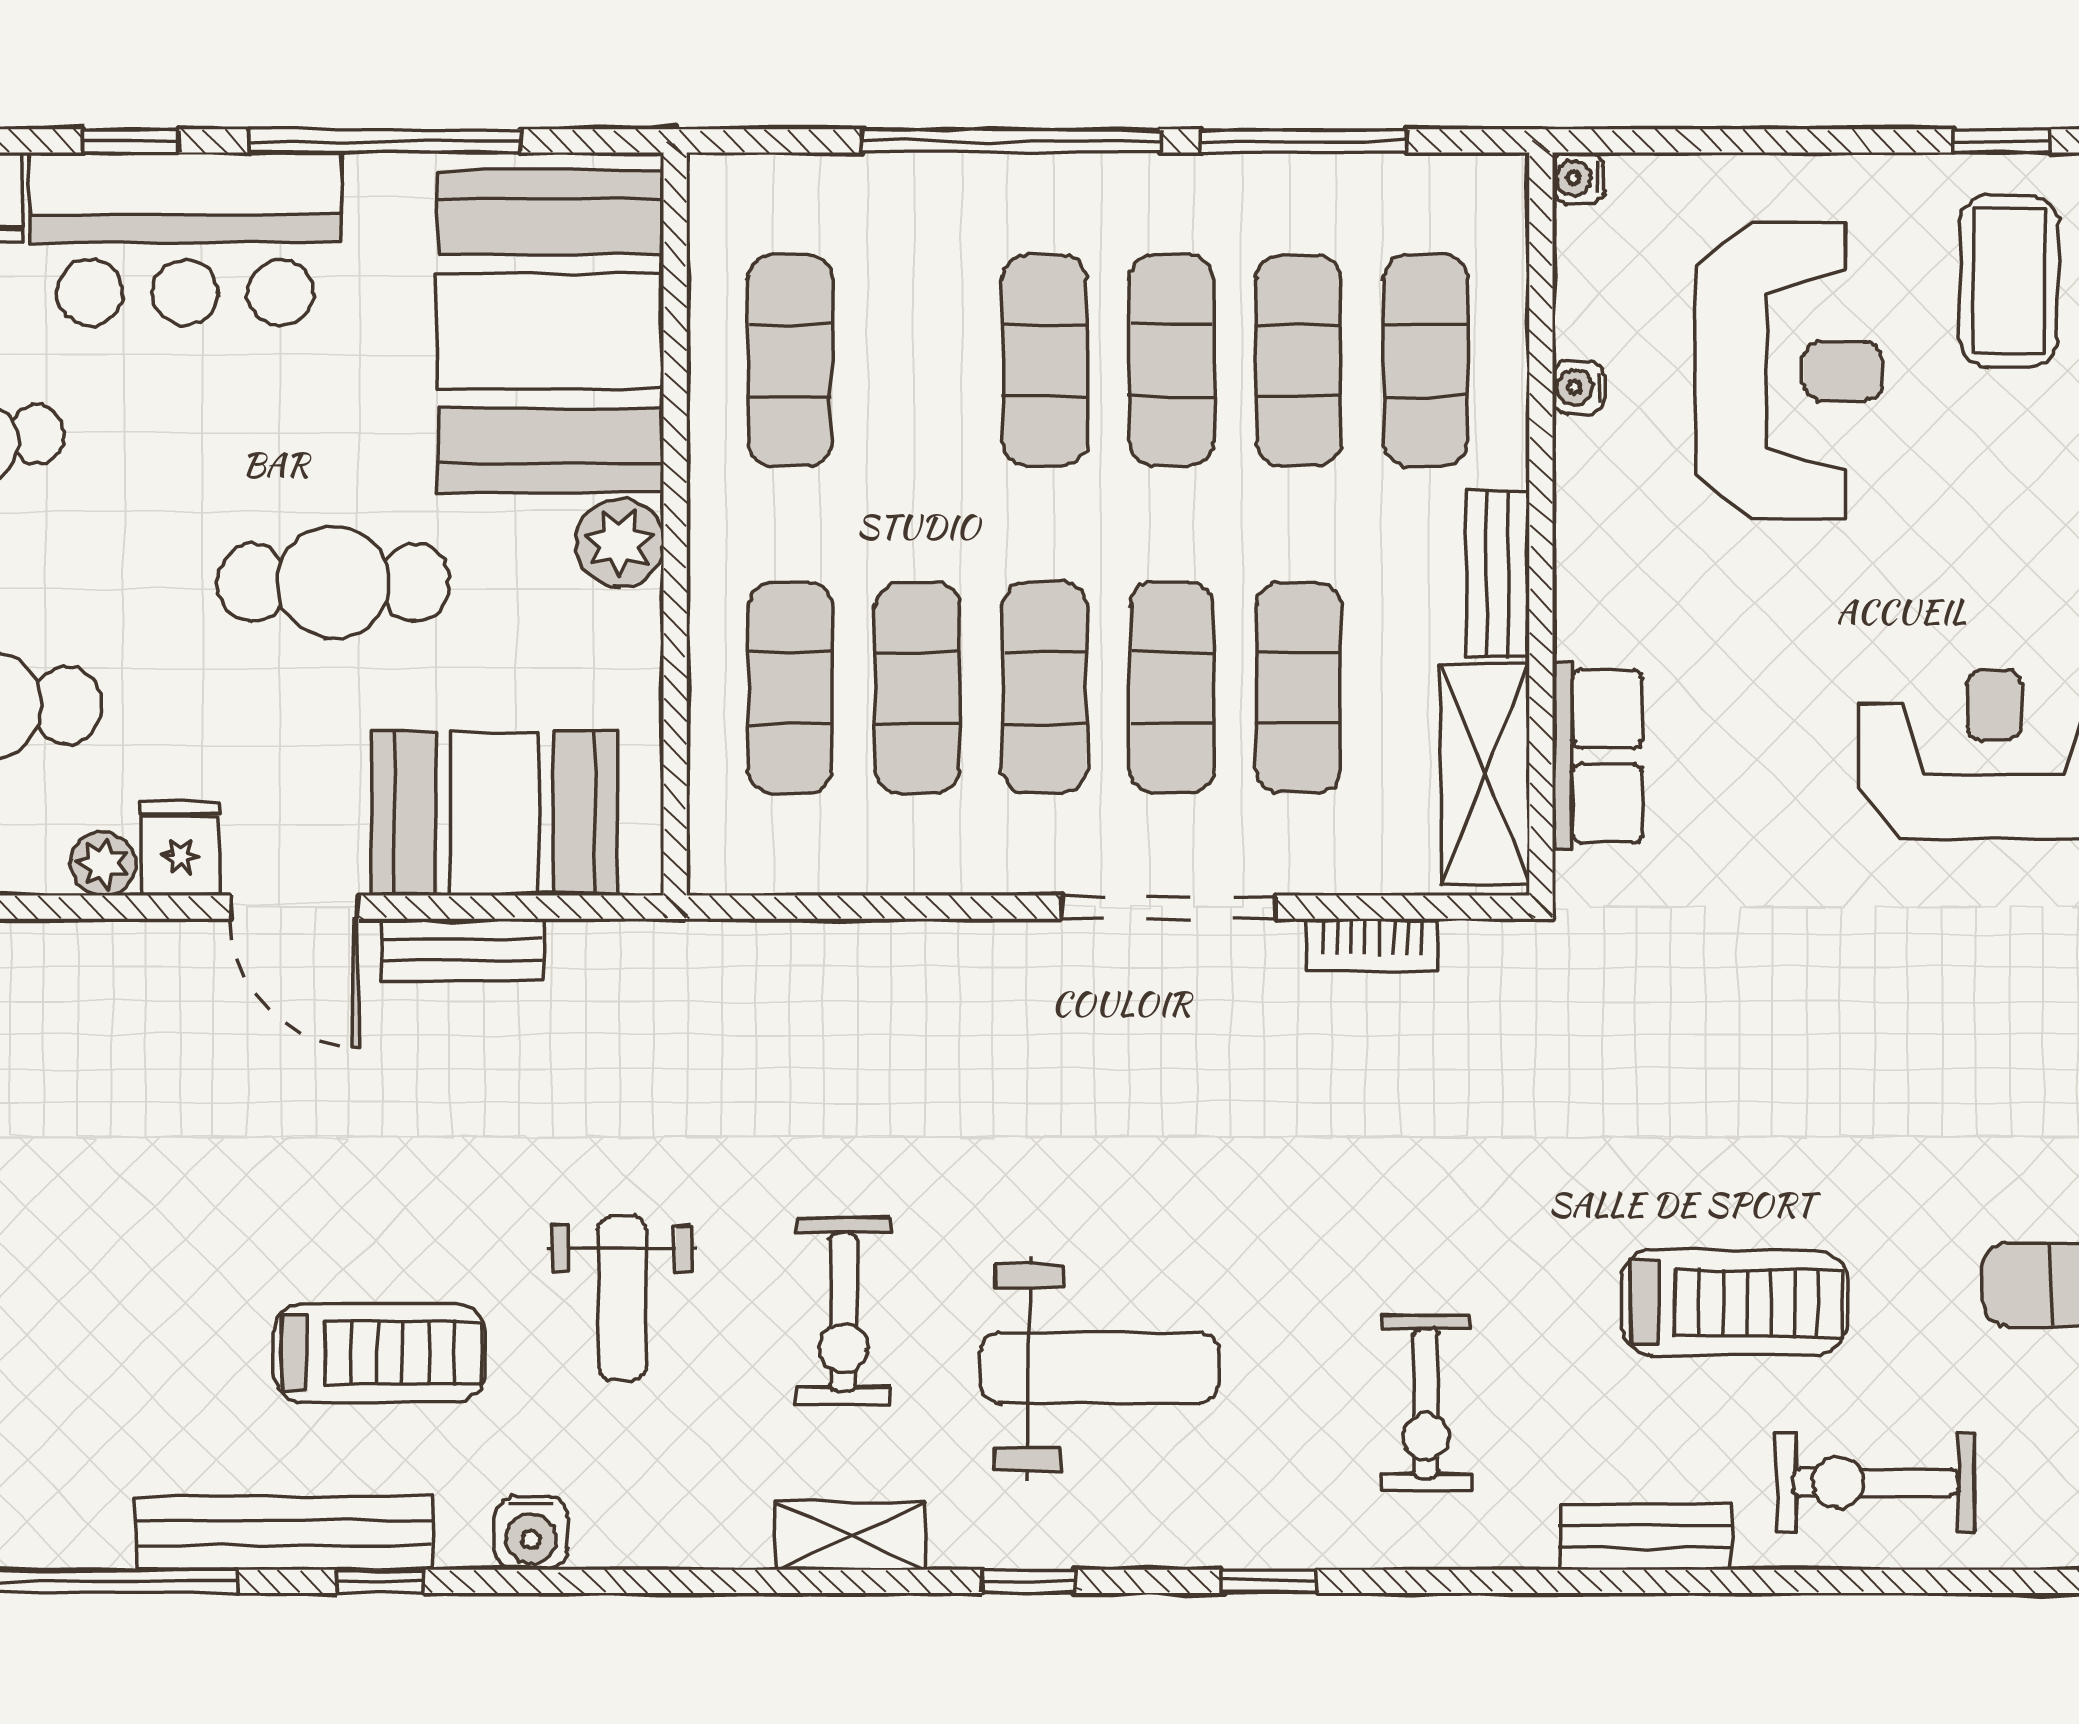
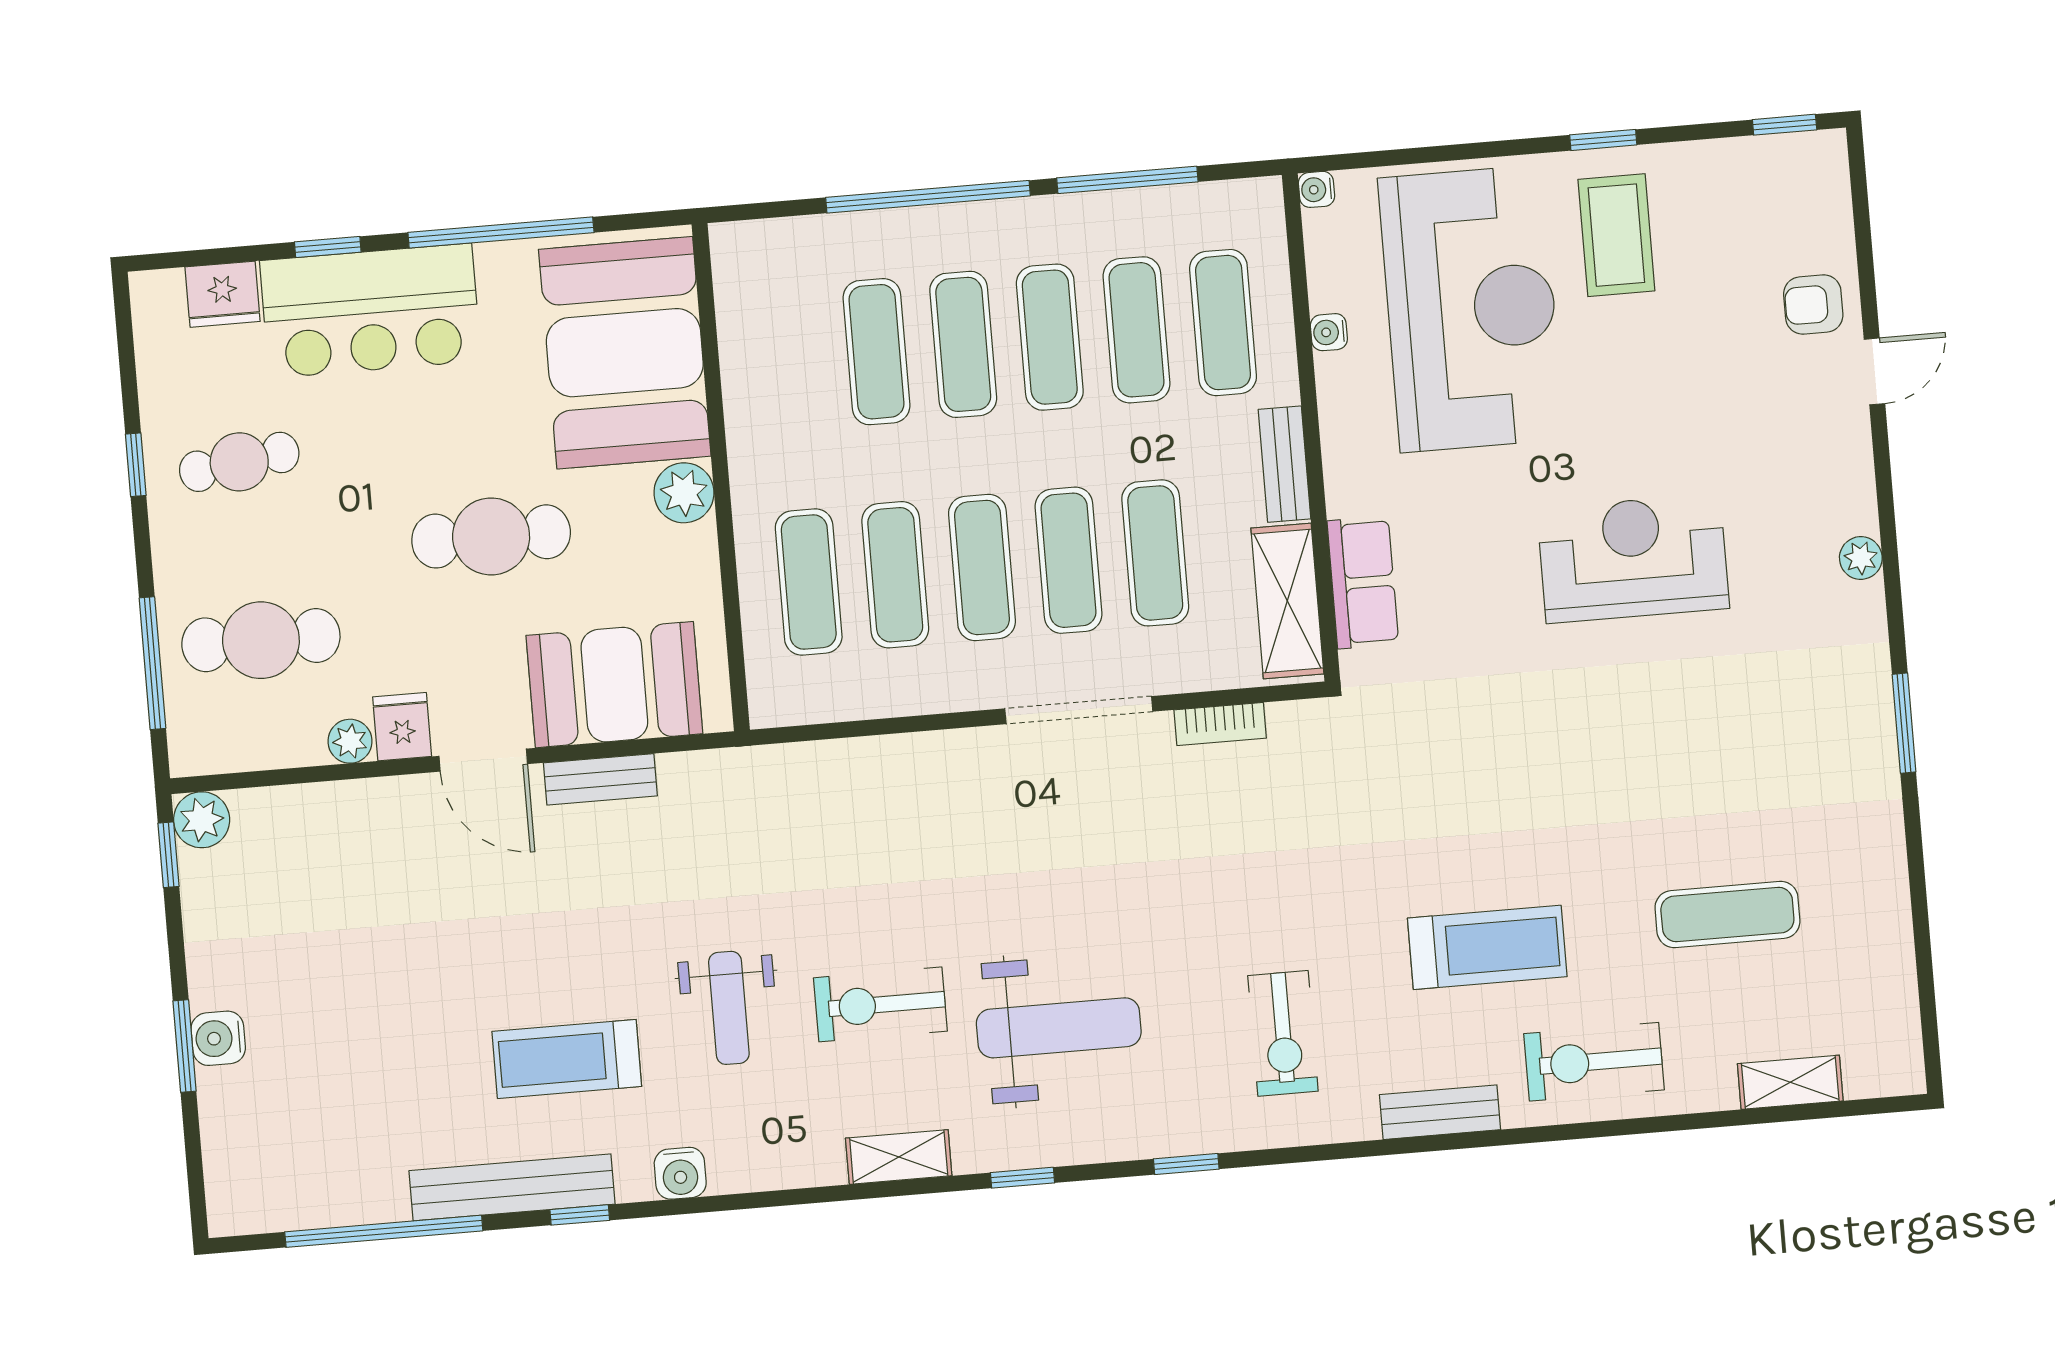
exercise mat: (790, 360) -> (877, 352), moved
reception desk: (1789, 371) -> (1471, 309), width x1.36, depth x1.30
exercise bike: (843, 1312) -> (880, 1004), turned 90
treadmill: (380, 1353) -> (567, 1059), turned 180

